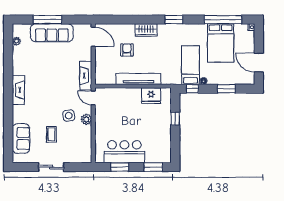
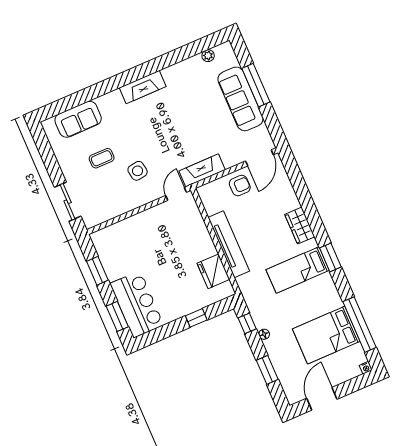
armchair: (127, 50) -> (240, 186), moved
bed: (190, 65) -> (298, 270), moved, turned 180
plant: (86, 119) -> (143, 197), removed
bar counter: (124, 152) -> (137, 304), moved
sliding door: (51, 167) -> (68, 202), moved

